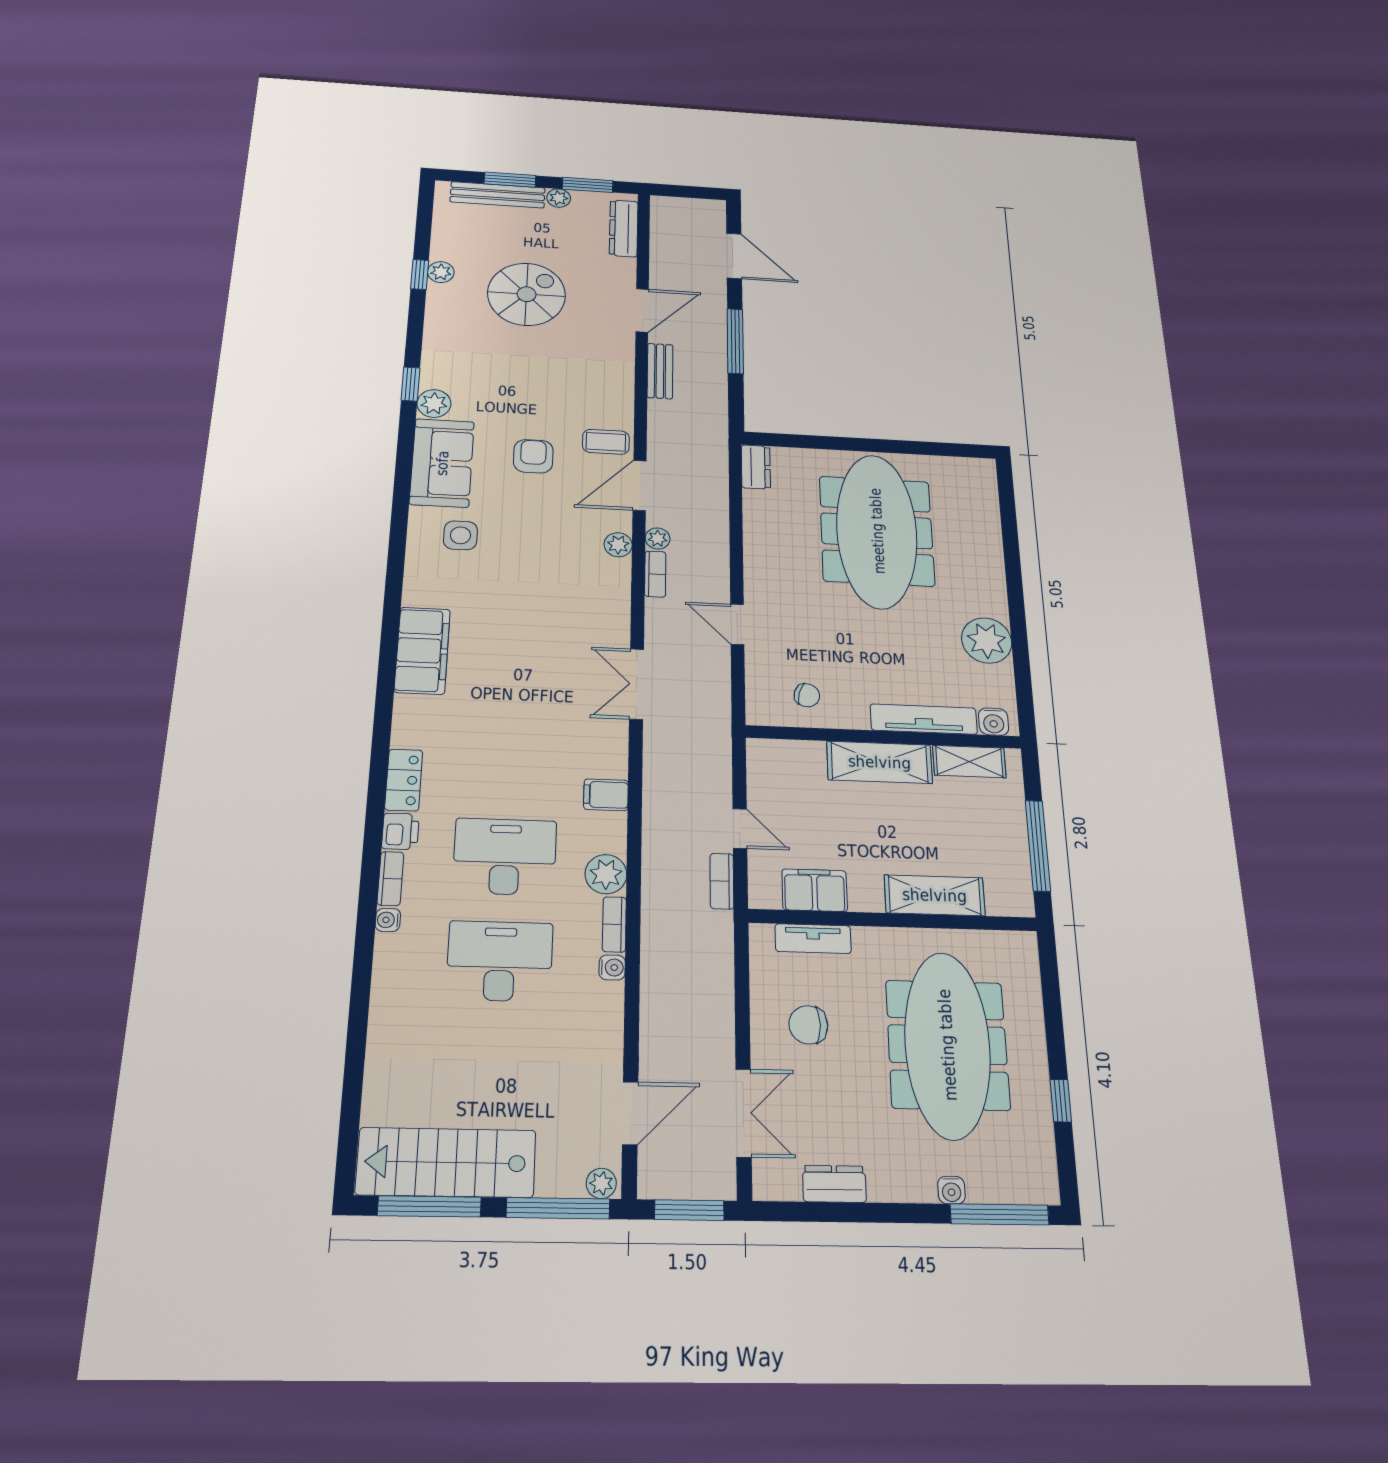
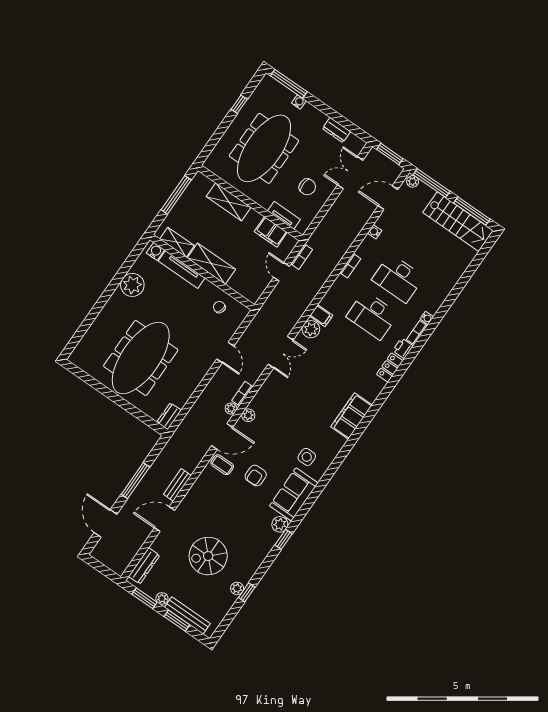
plant: (606, 874) -> (311, 329), moved
water cooler: (612, 967) -> (374, 232), moved

